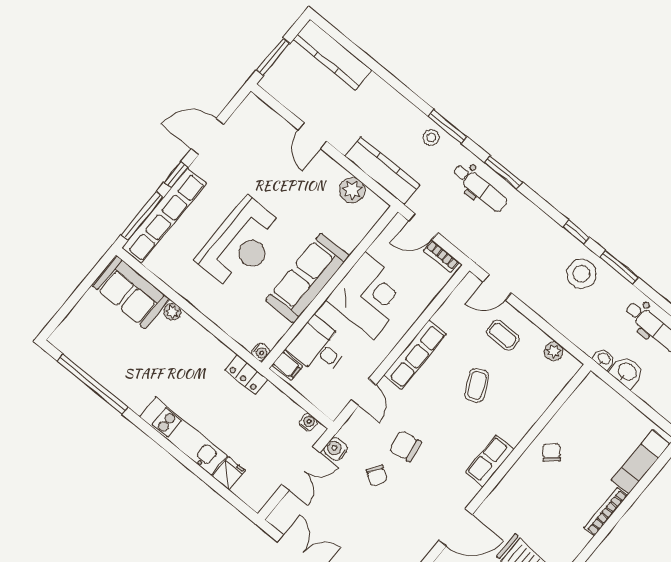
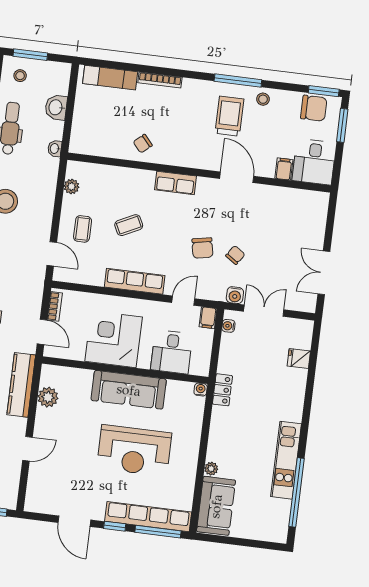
reception desk: (241, 244) -> (134, 451), turned 180
filing cabinet: (287, 366) -> (208, 318), moved, turned 180
washbasin: (627, 372) -> (56, 107), moved
kitchen unit: (183, 436) -> (286, 460), moved

